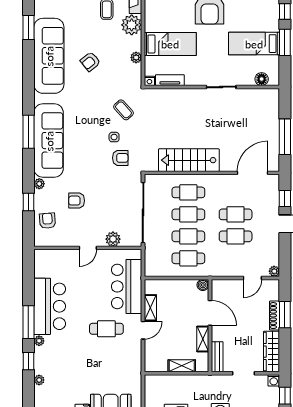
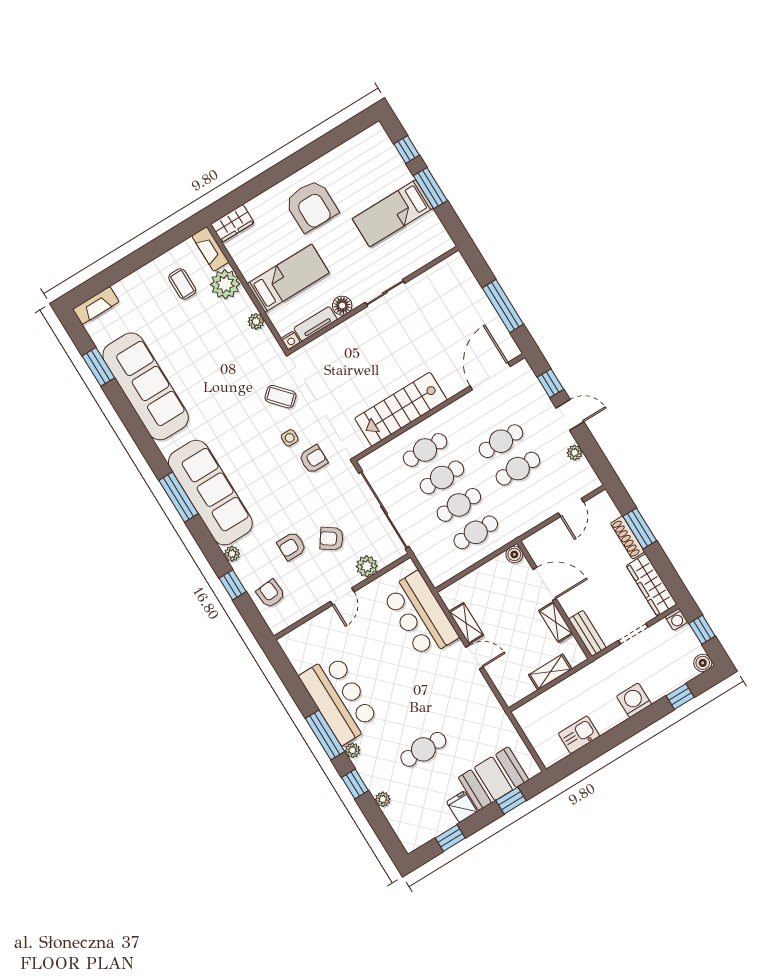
armchair: (90, 62) -> (332, 539), moved, turned 74
floor lamp: (262, 79) -> (342, 306), moved
plant: (274, 271) -> (575, 453), moved
cafe table: (106, 329) -> (423, 749), moved
door: (143, 330) -> (474, 657), hinge flipped

